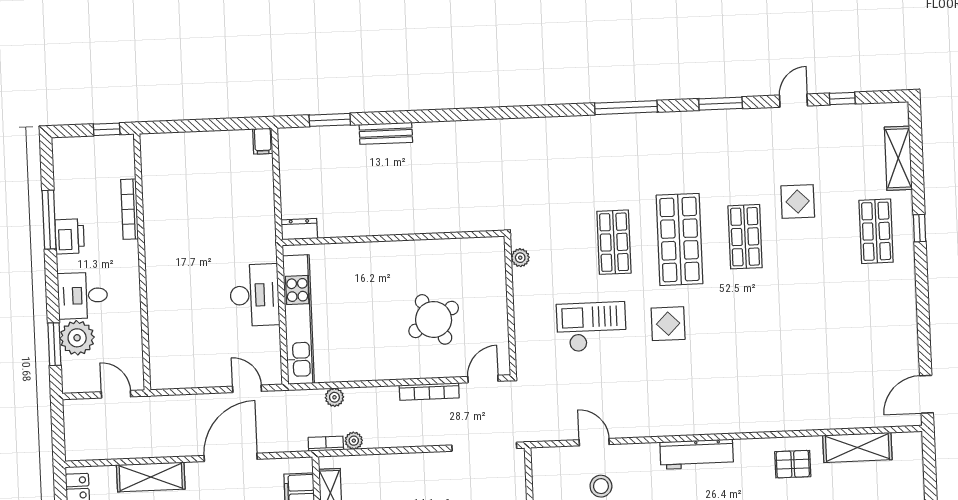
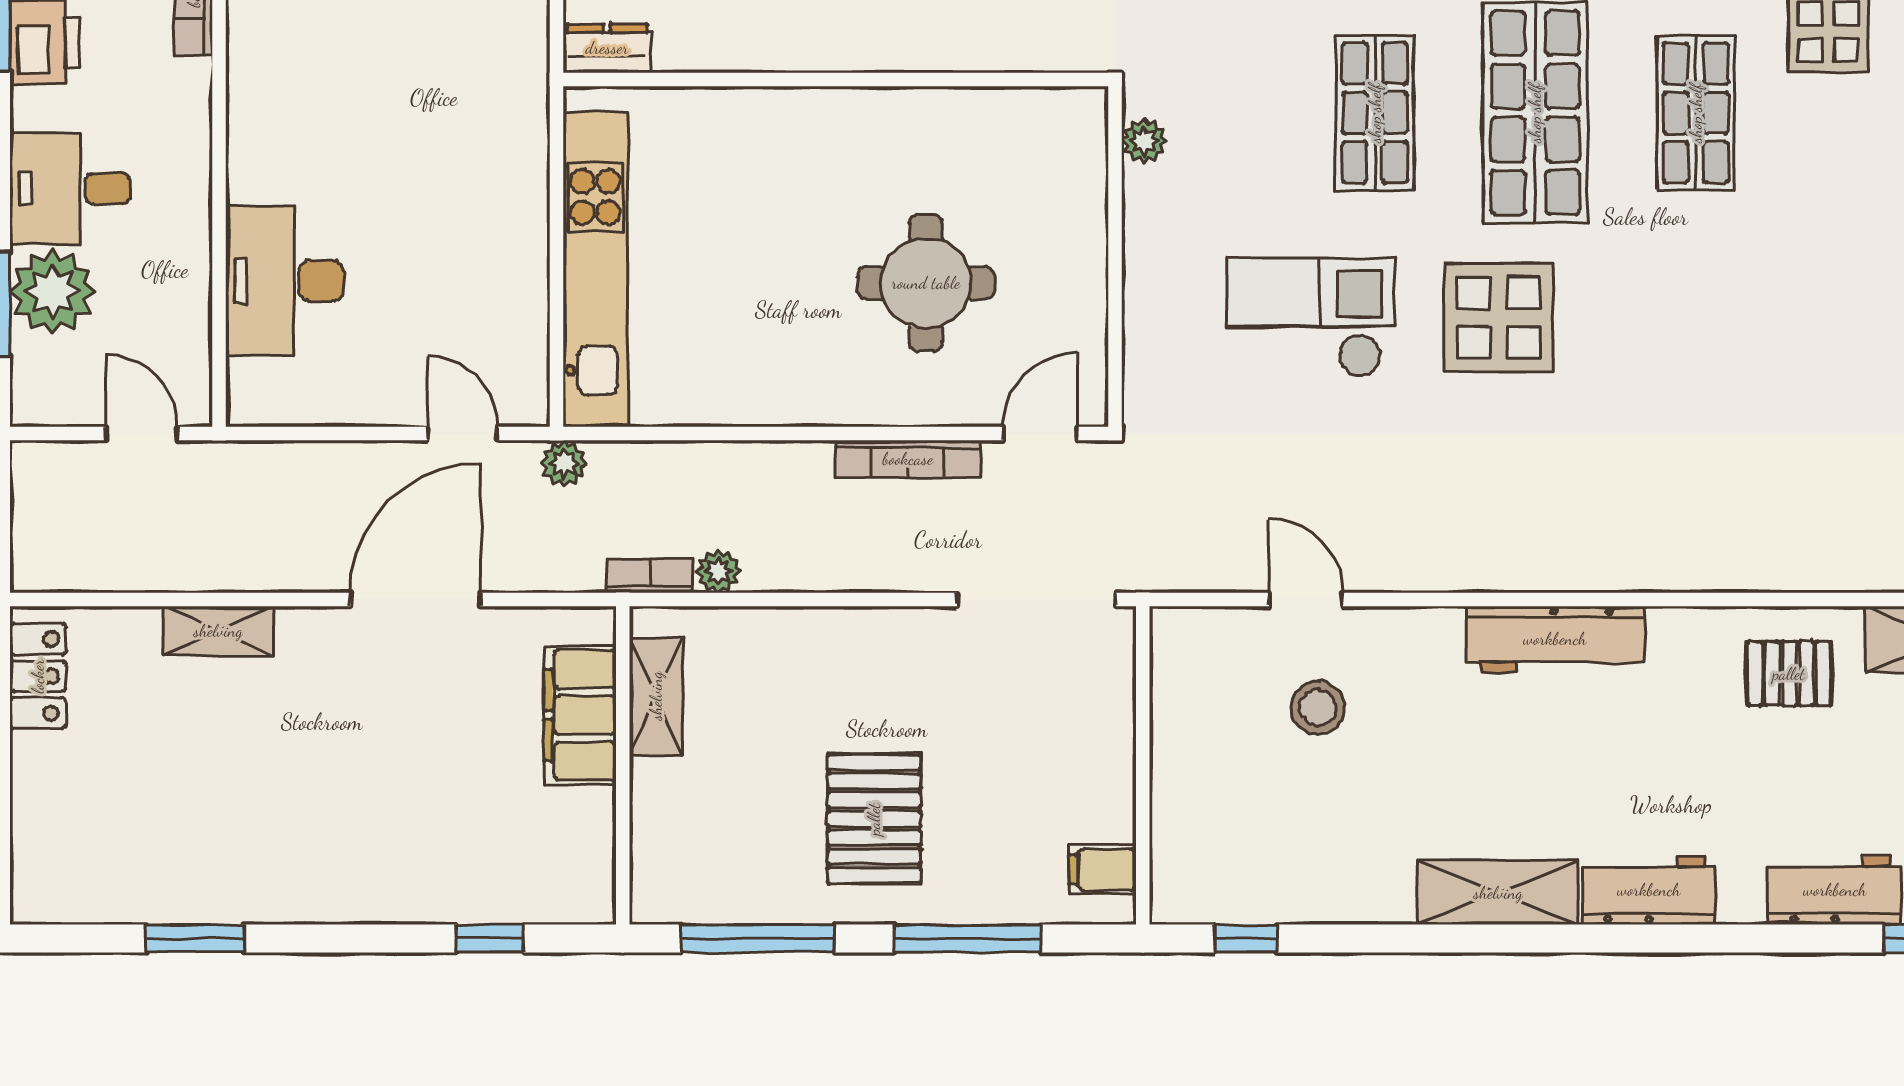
desk: (255, 295) -> (285, 281), moved, turned 180
round table: (434, 319) -> (926, 283), turned 30
display table: (668, 324) -> (1499, 317), width x1.36, depth x1.36
plant: (334, 397) -> (564, 463), moved
shelving: (151, 477) -> (218, 631), width x0.67, depth x0.75

